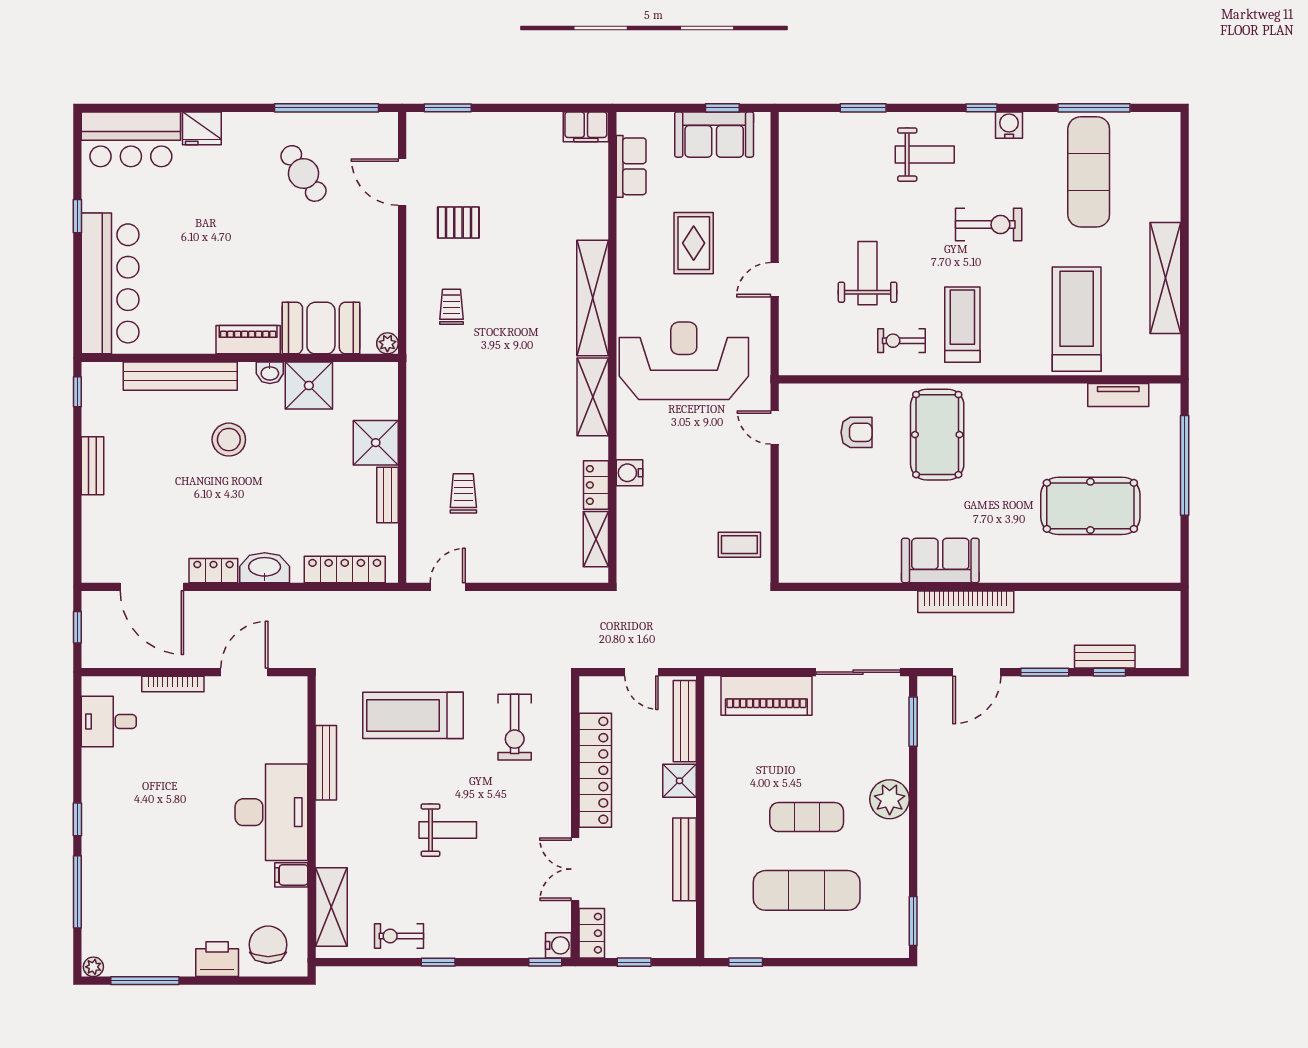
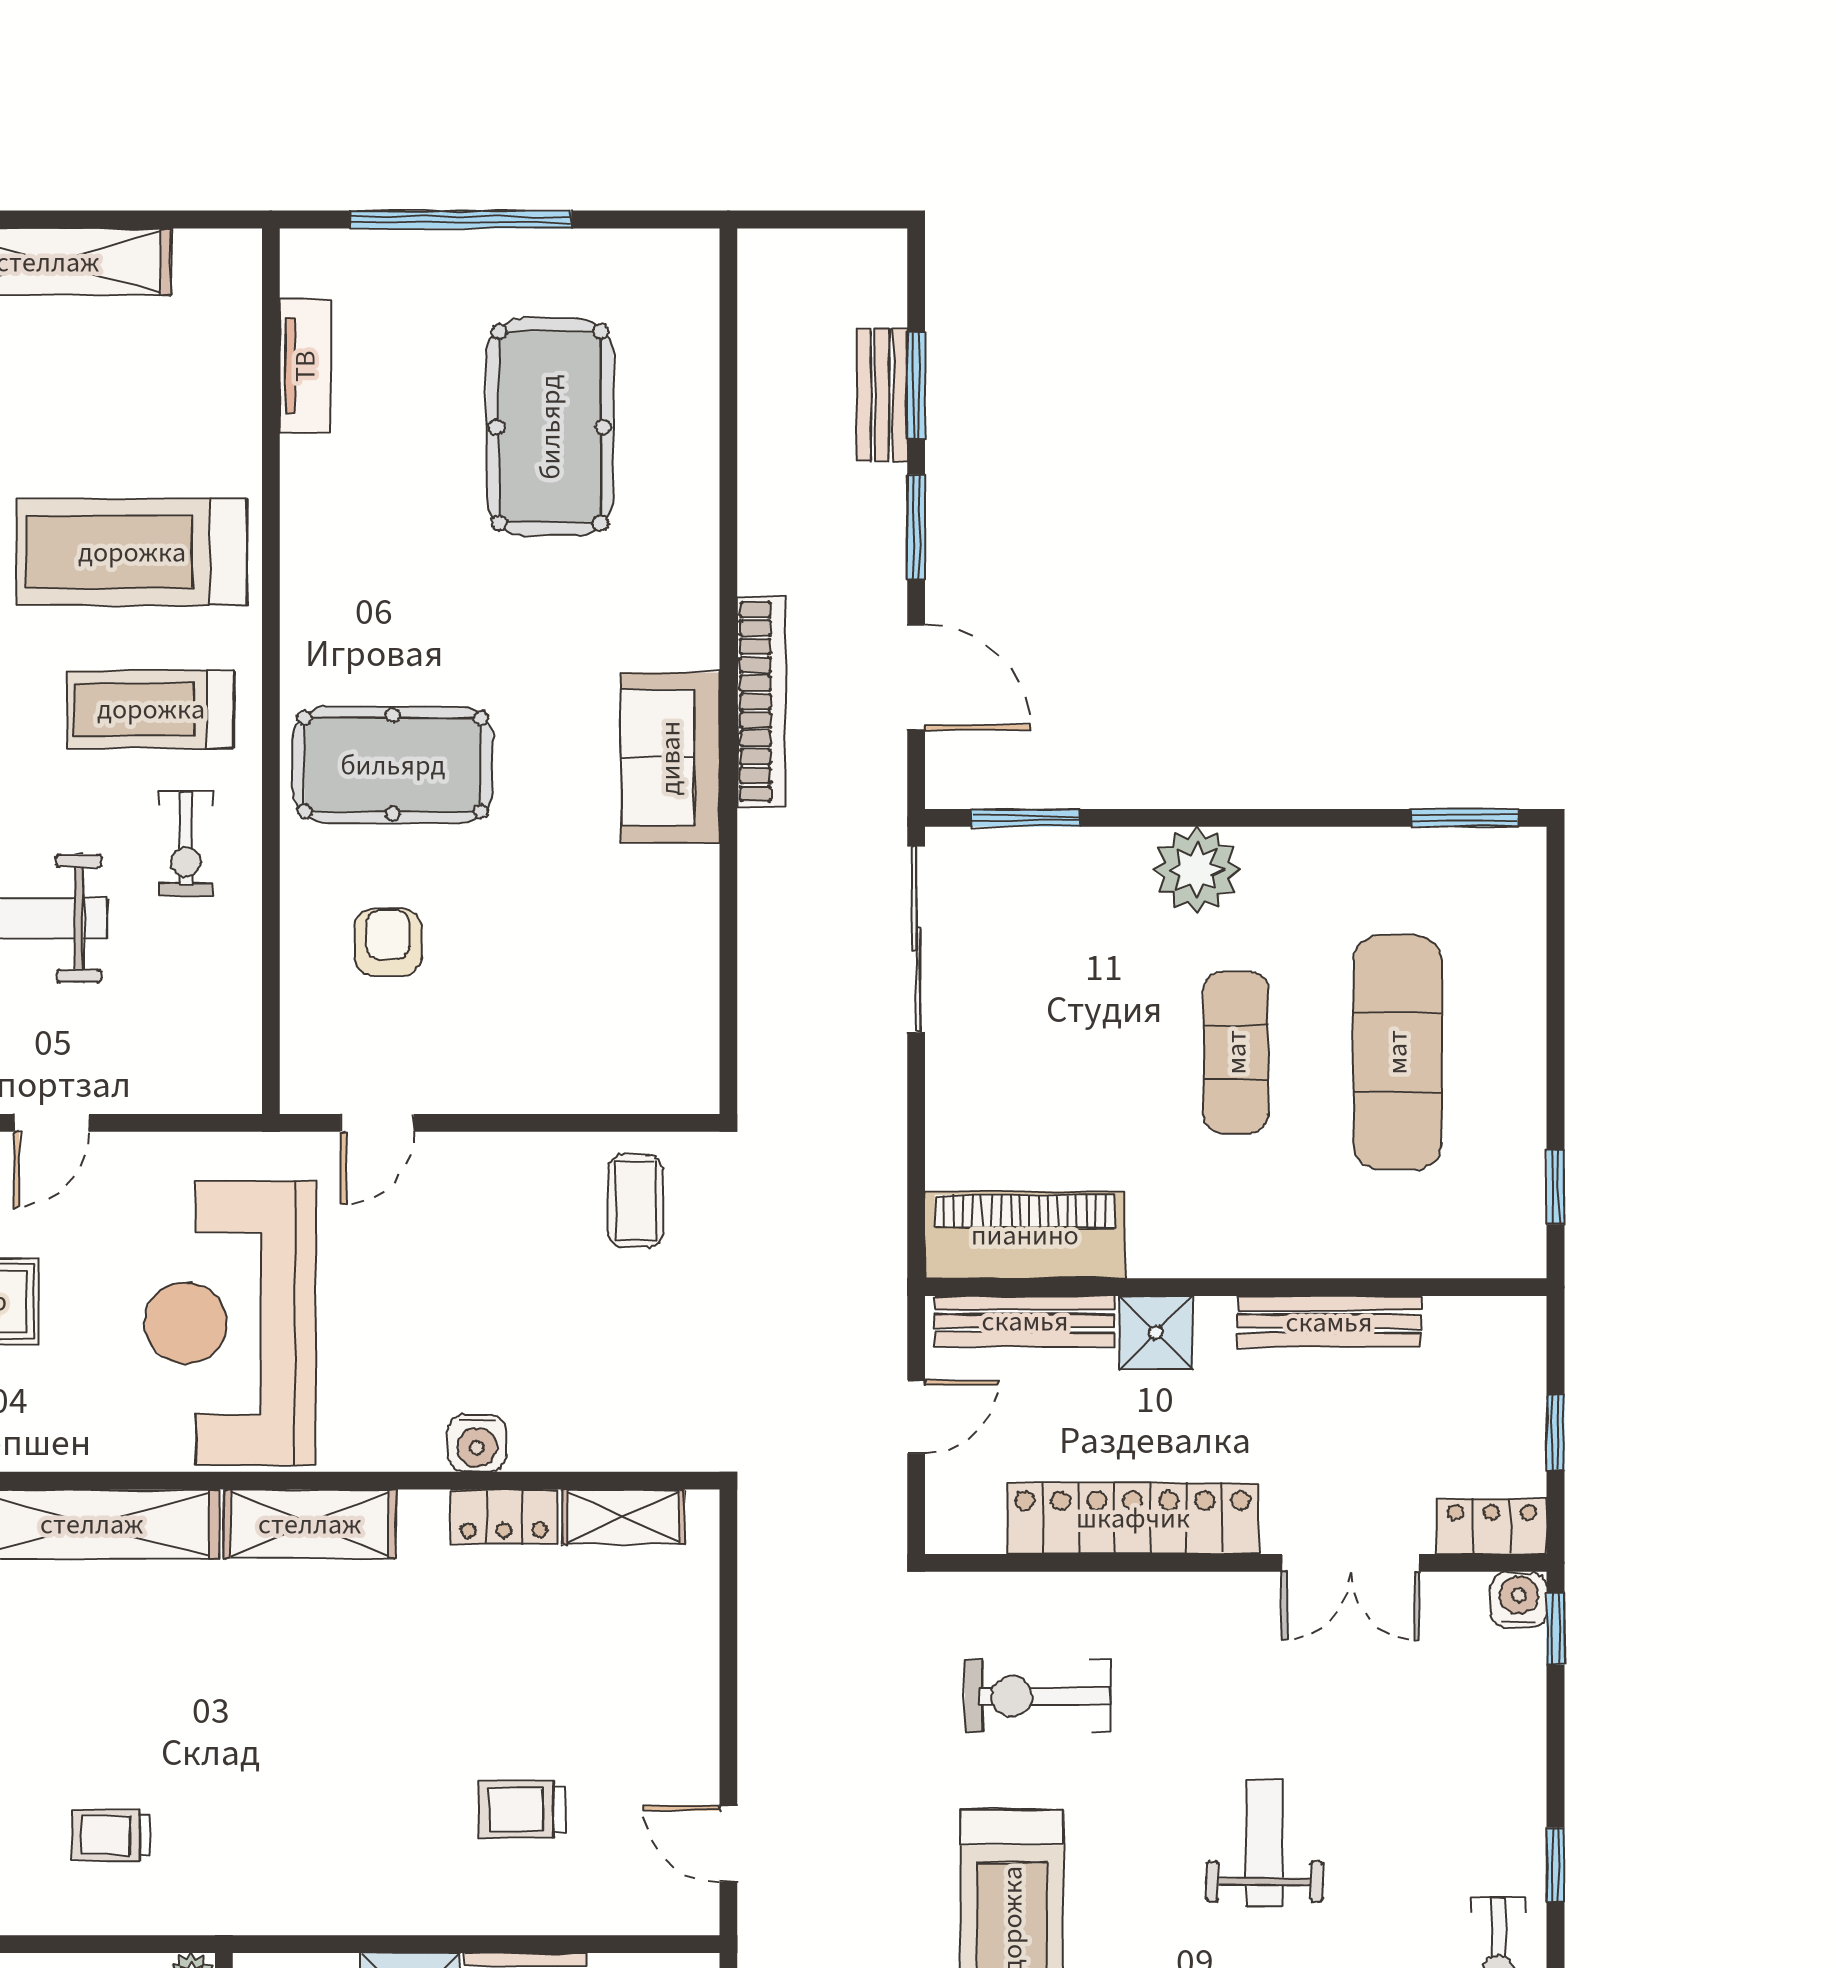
door: (775, 280) -> (51, 1123), hinge flipped
treadmill: (1077, 319) -> (132, 552), moved
window: (1109, 672) -> (916, 385), width x1.50
piano: (766, 696) -> (1025, 1235), moved, turned -90
exercise bike: (515, 727) -> (1038, 1696), turned 180

